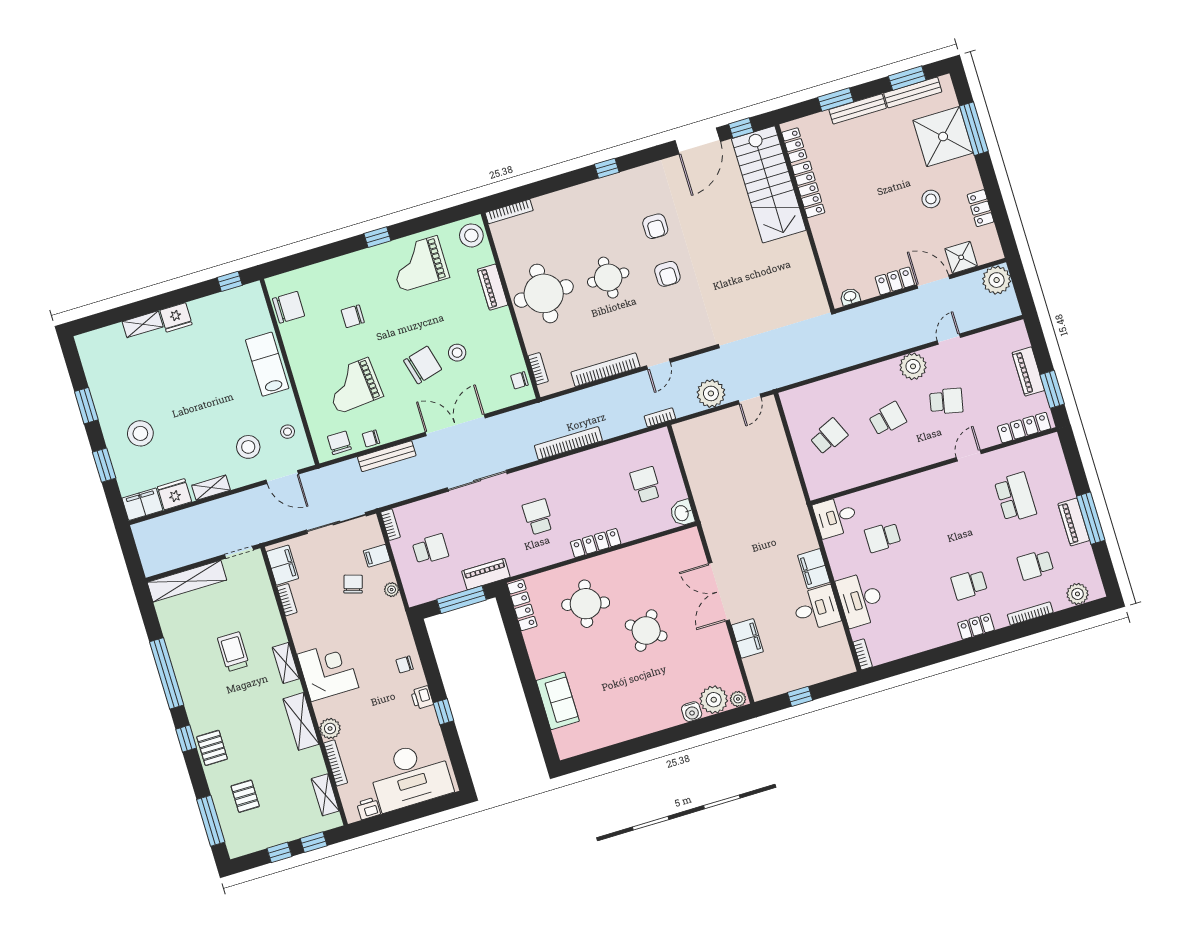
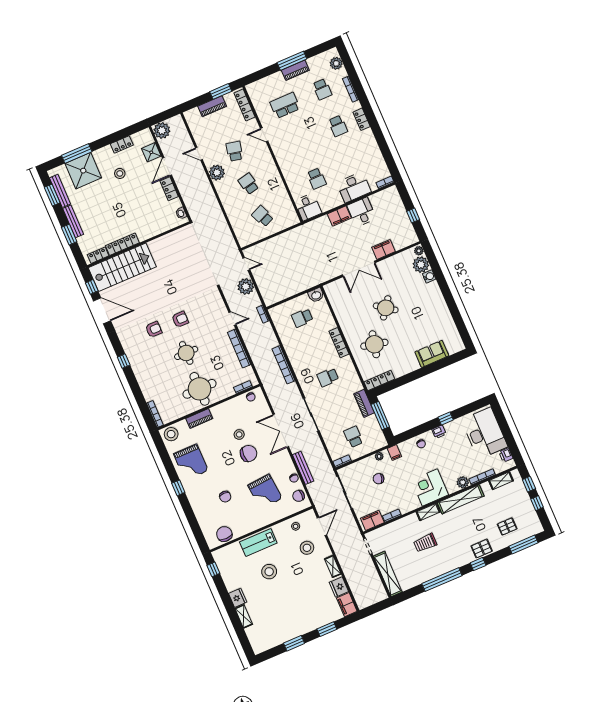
chair: (423, 365) -> (249, 453), turned 105
stool: (140, 433) -> (269, 572), moved
filing cabinet: (377, 556) -> (394, 453), moved
shelving: (301, 721) -> (461, 499), width x1.47

